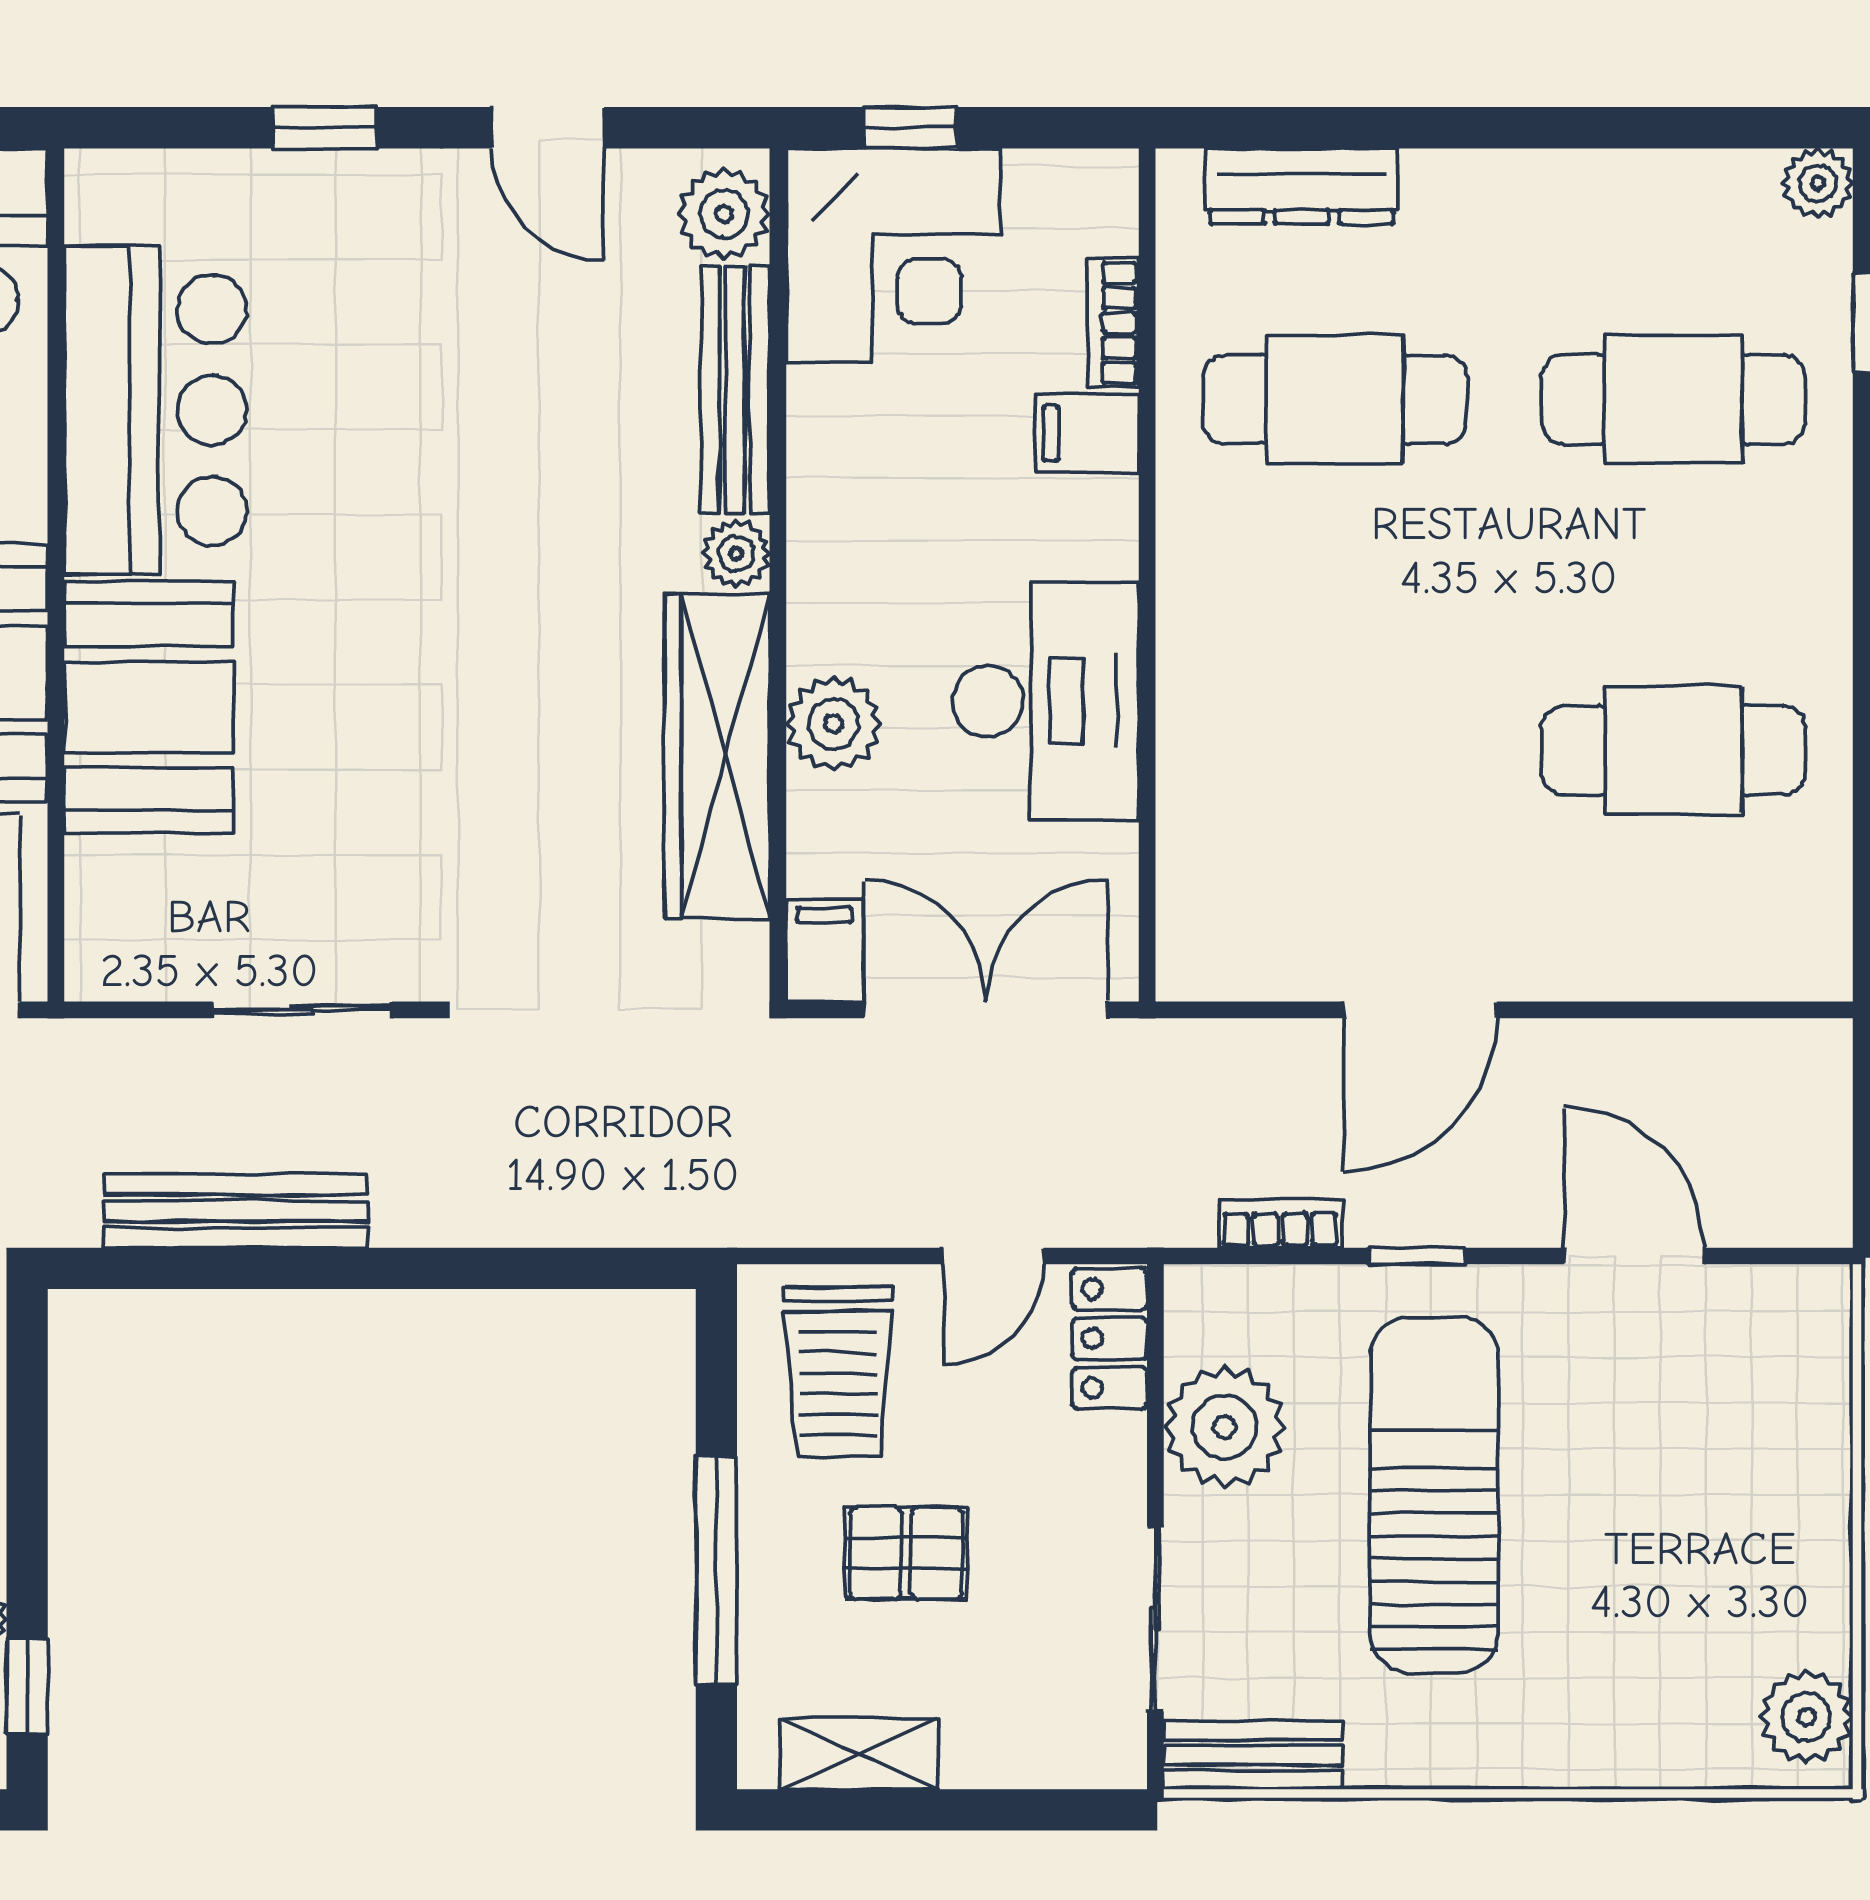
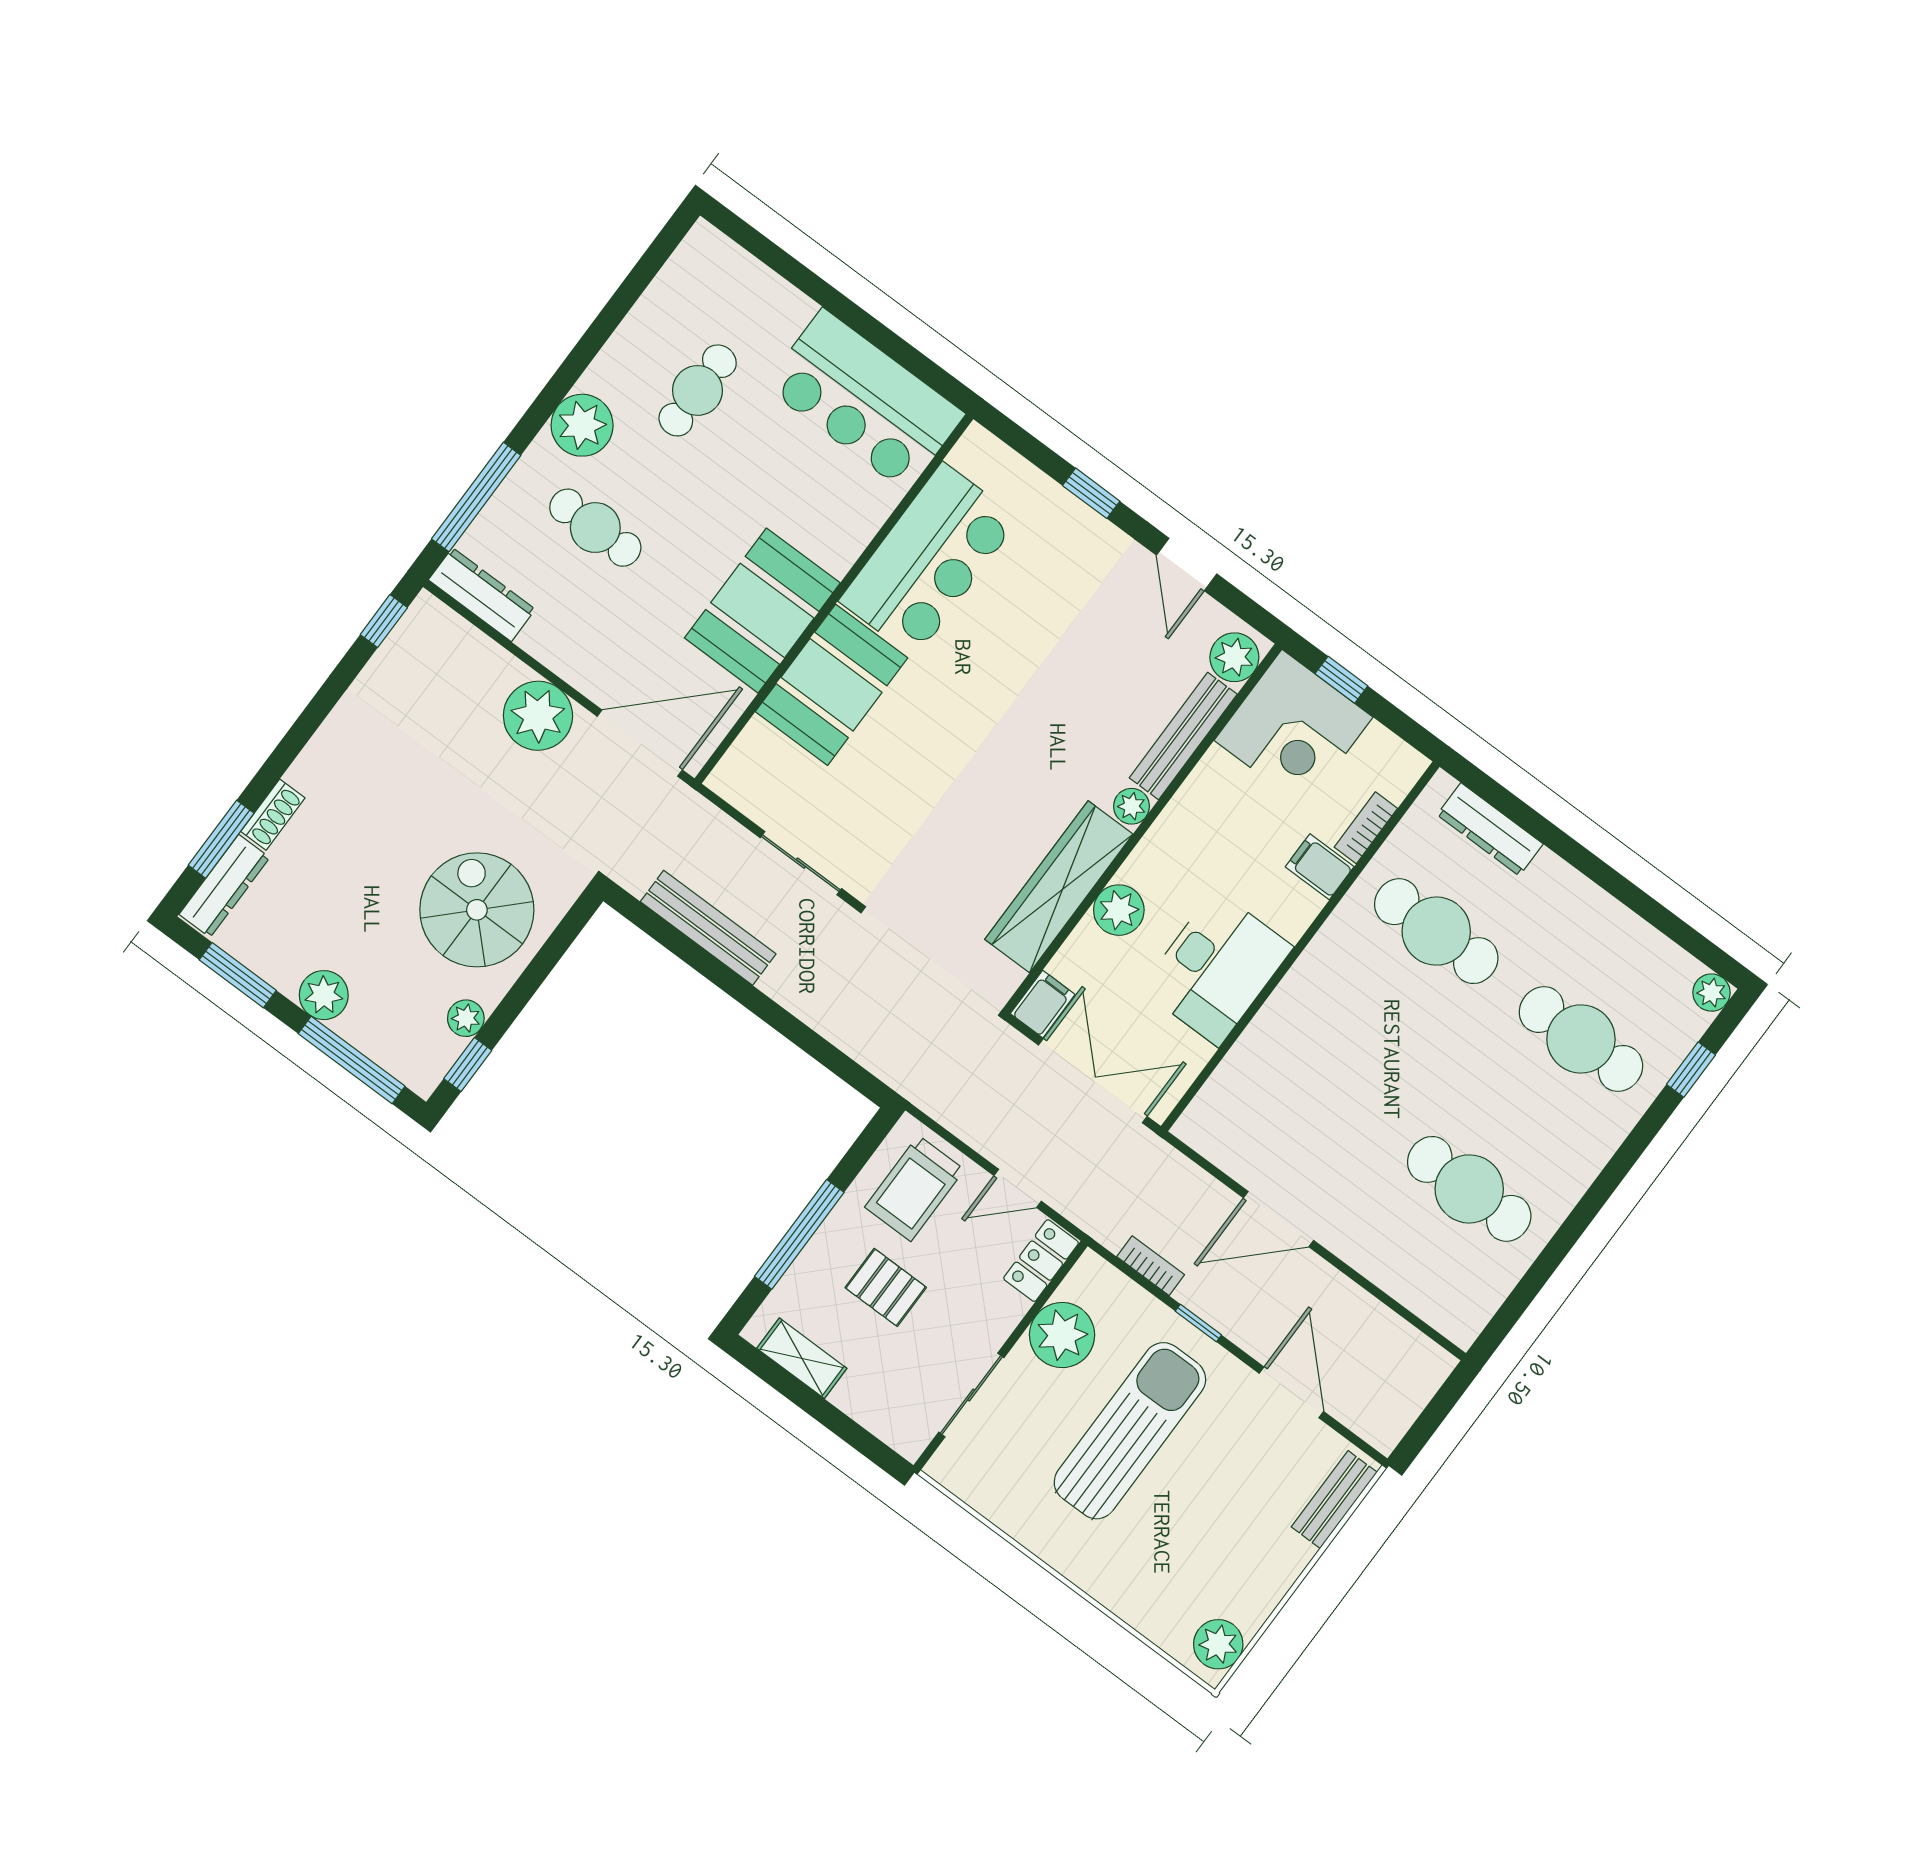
bench: (1253, 1755) -> (1334, 1500), moved, turned 90

